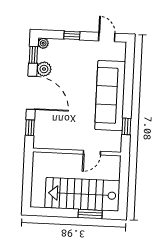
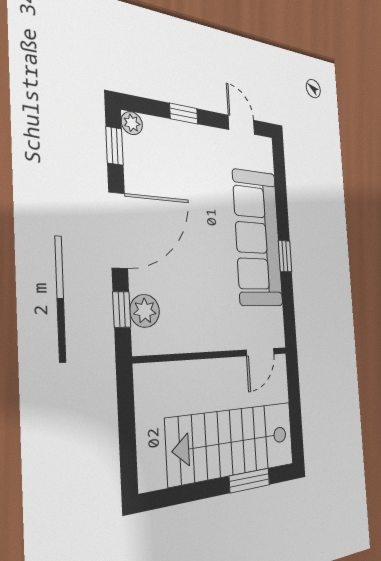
plant: (44, 69) -> (145, 311), moved
door: (32, 93) -> (118, 230), hinge flipped
window: (126, 126) -> (285, 256), moved
door: (92, 153) -> (260, 352), moved

